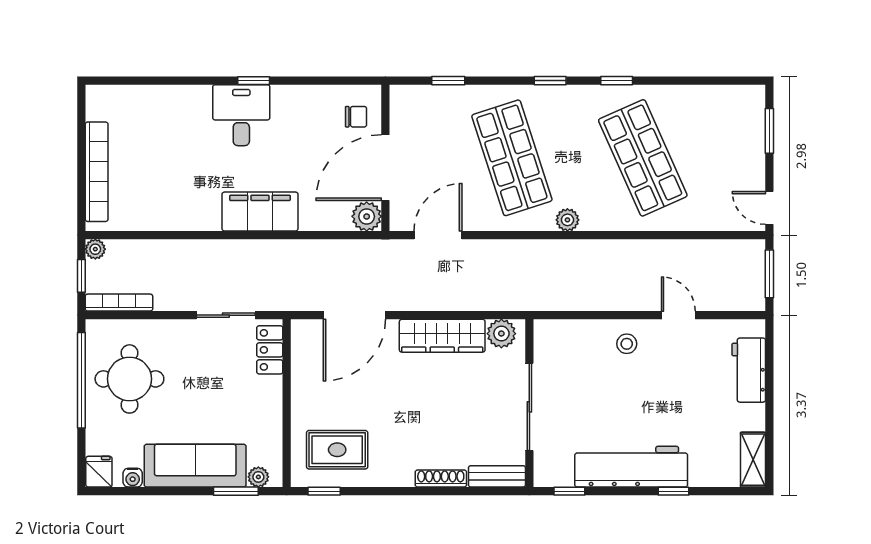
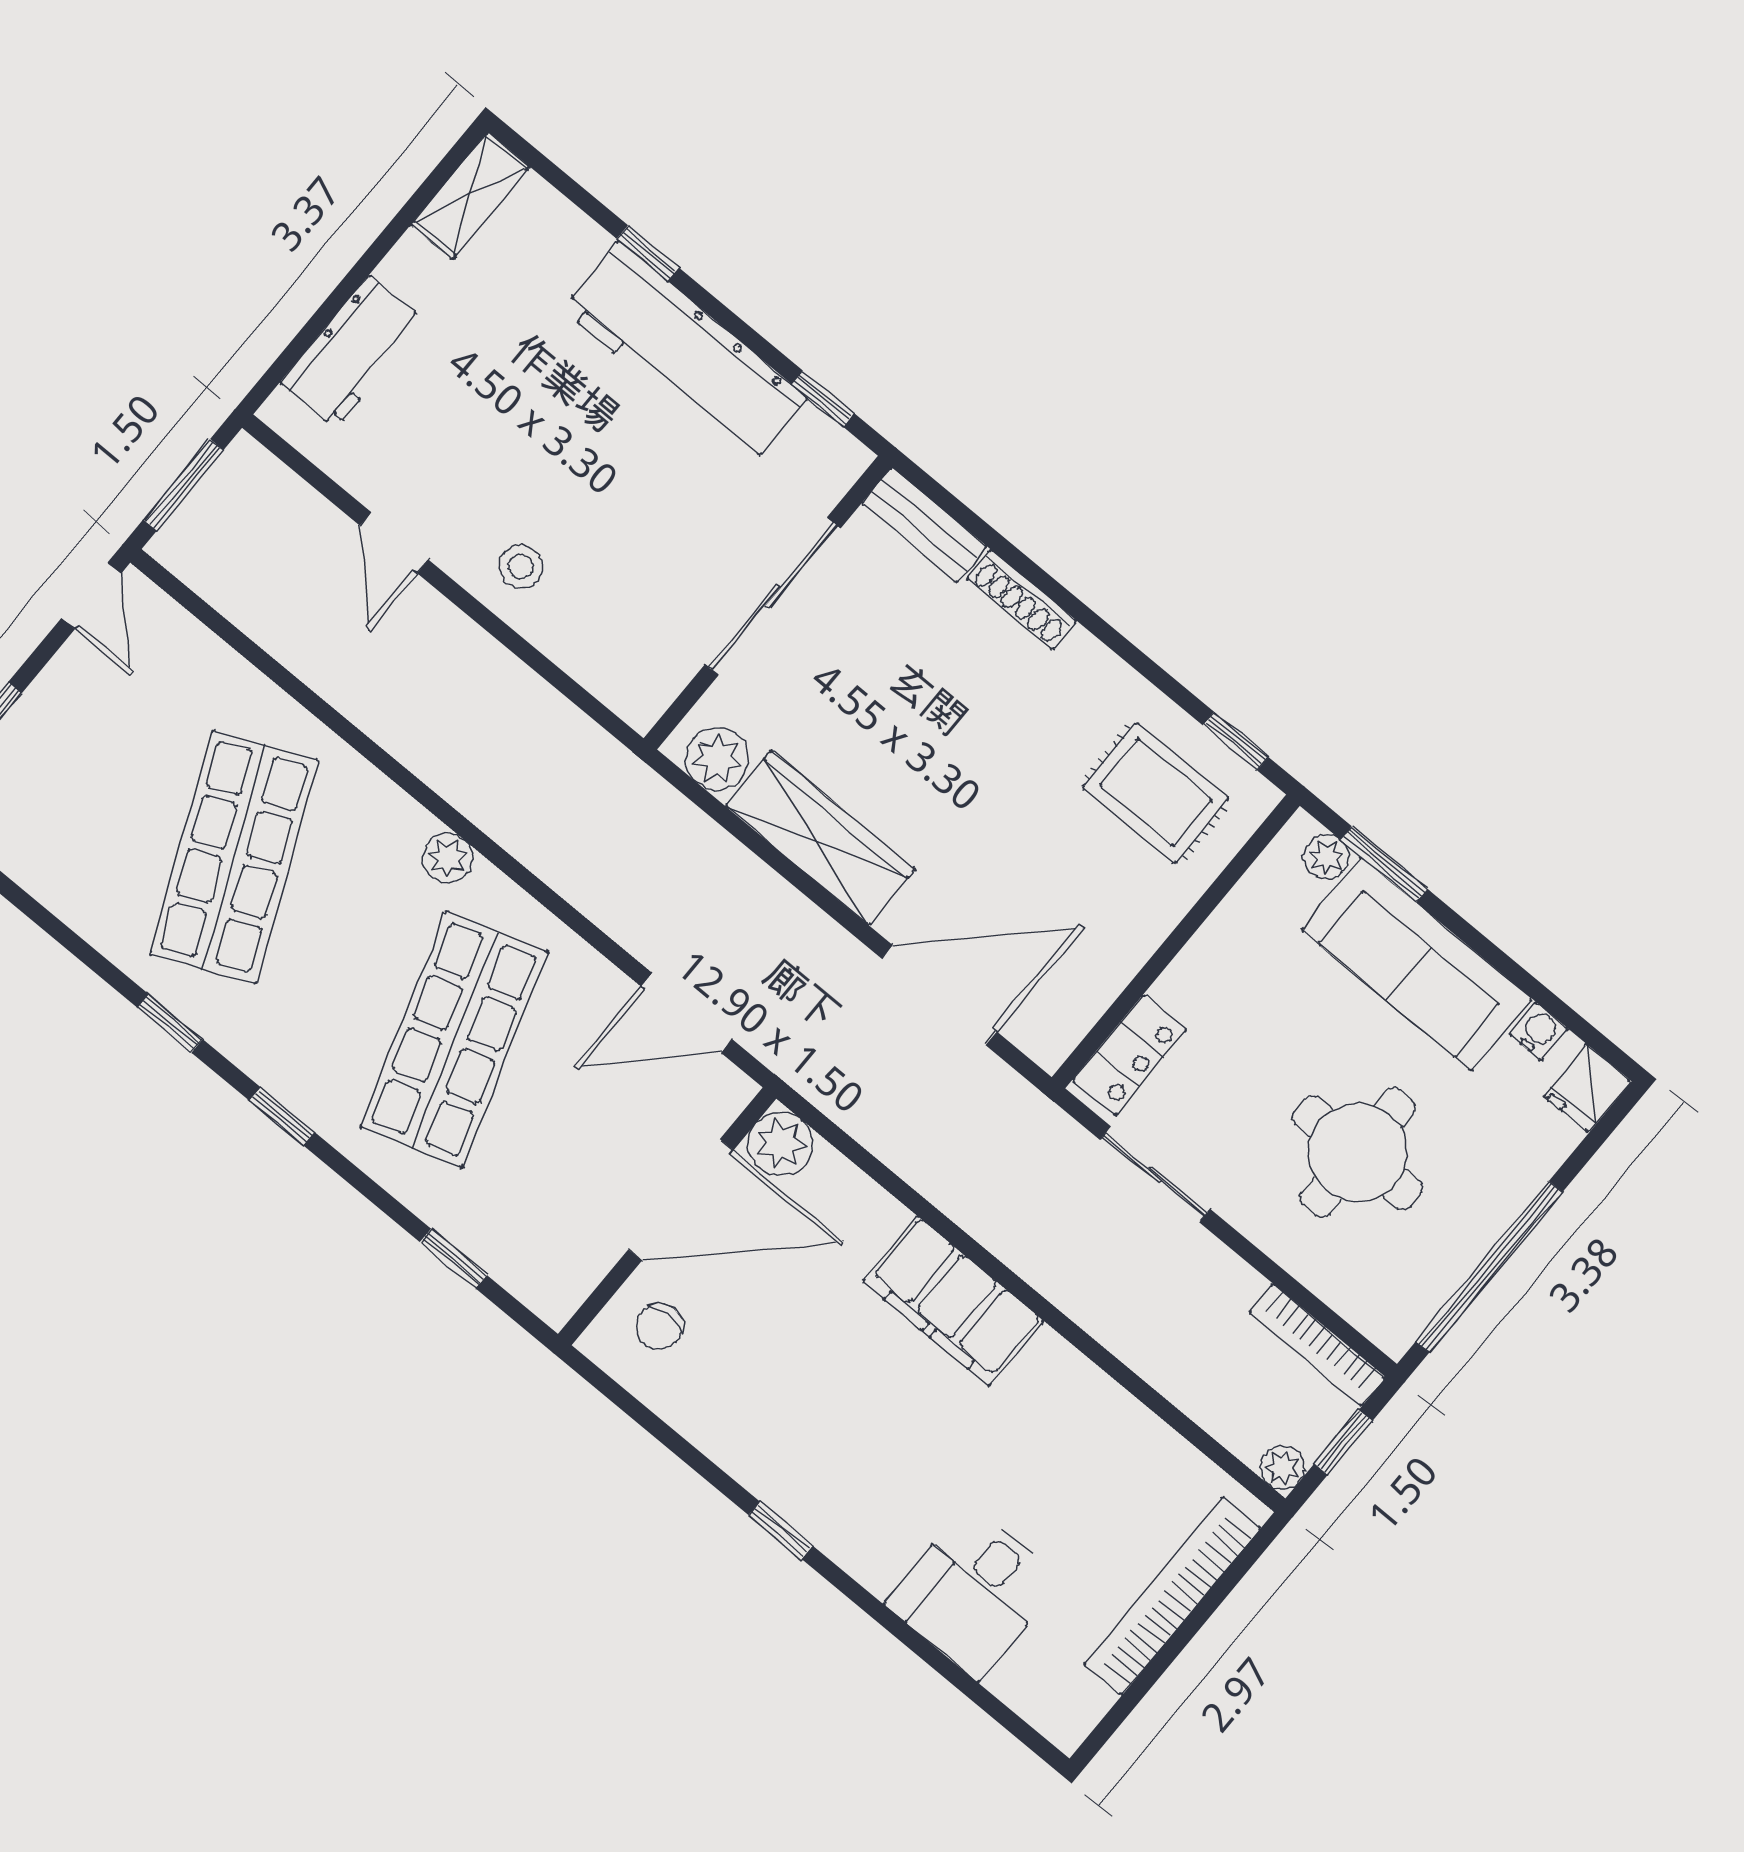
desk: (241, 115) -> (974, 1592), moved
chair: (356, 117) -> (659, 1327), turned -90
round table: (129, 379) -> (1358, 1153), moved

